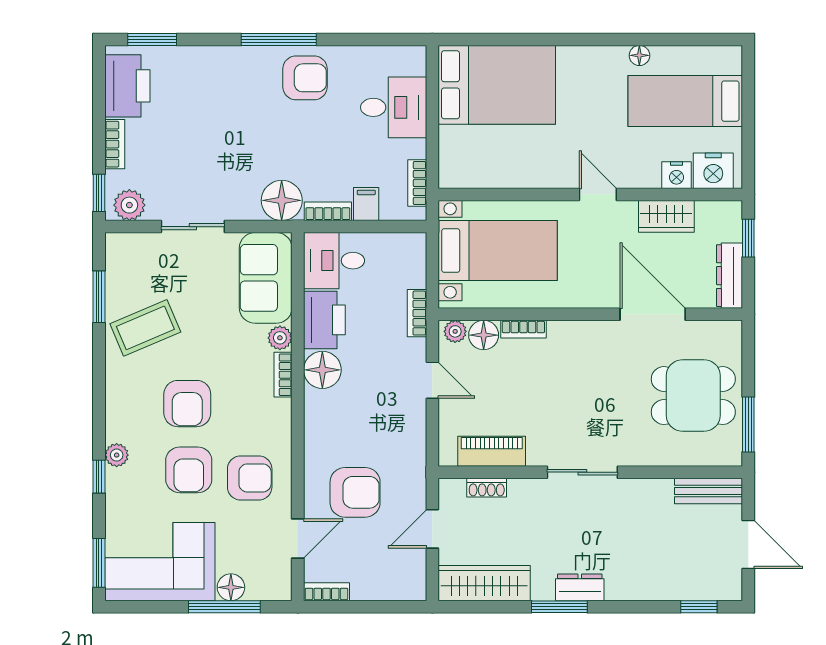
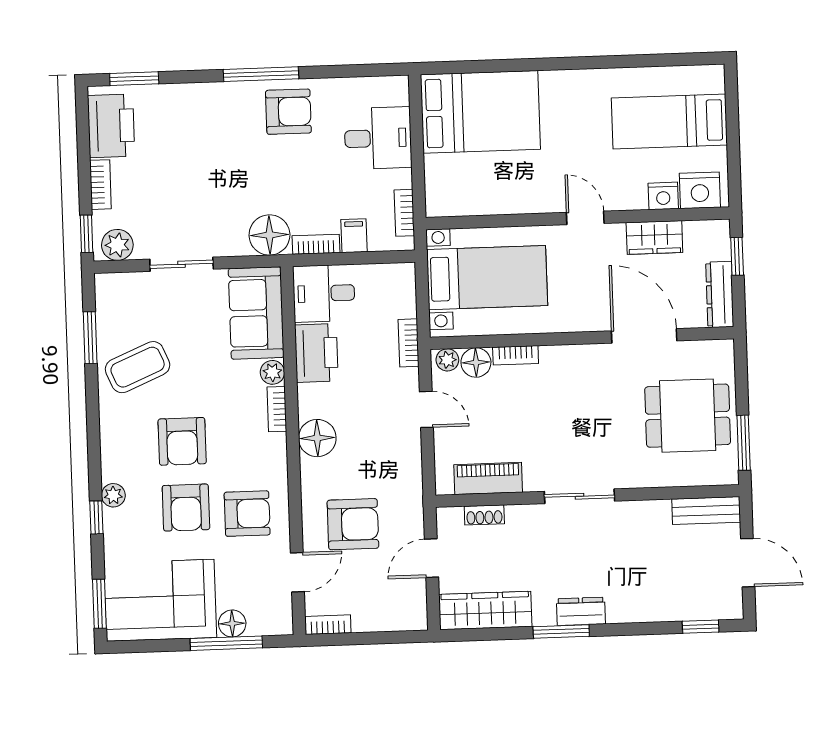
floor lamp: (639, 55) -> (622, 78), removed
floor lamp: (322, 370) -> (317, 438), moved

